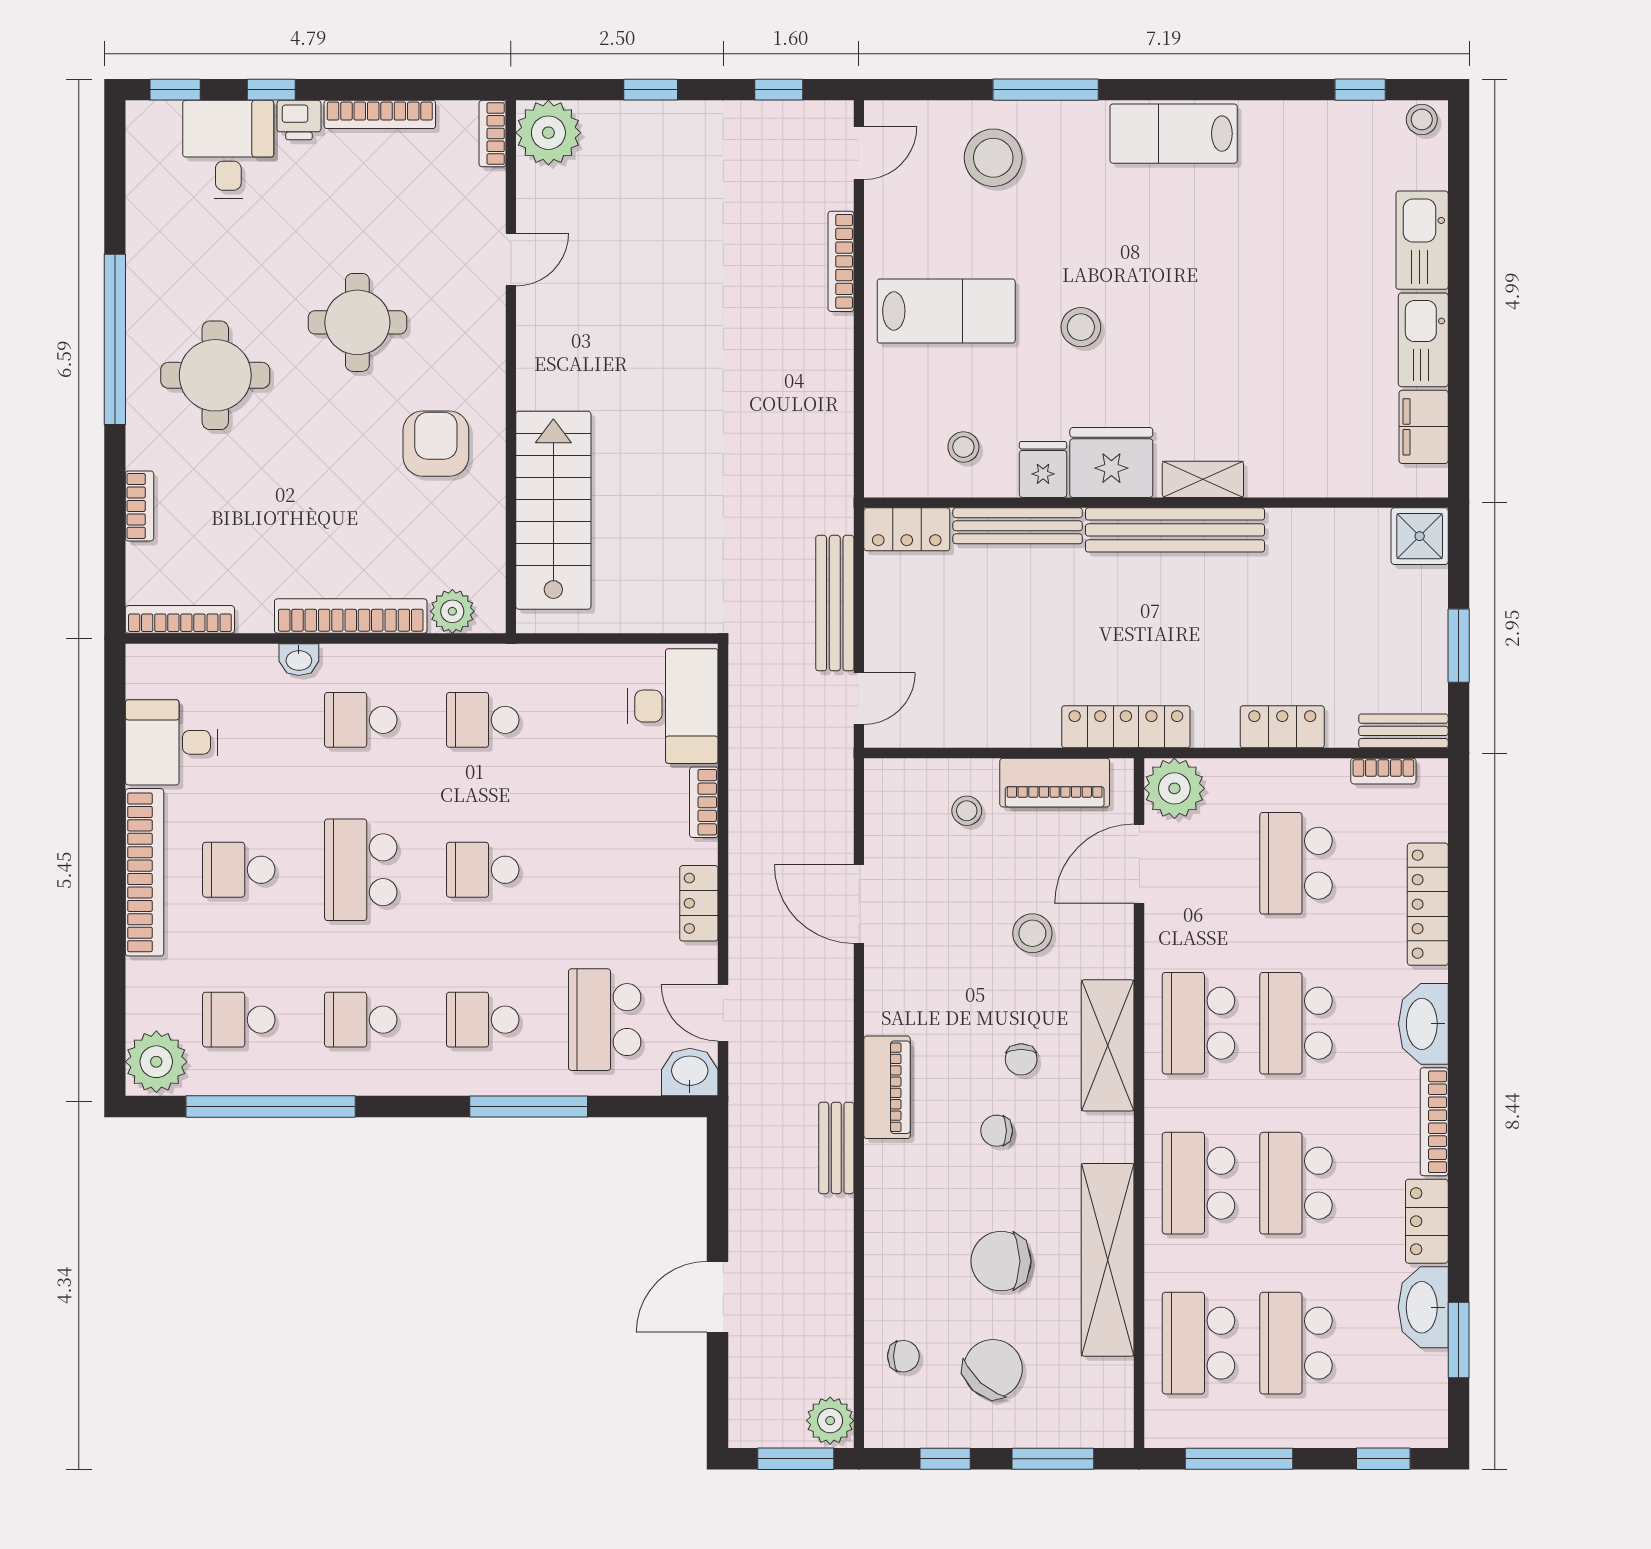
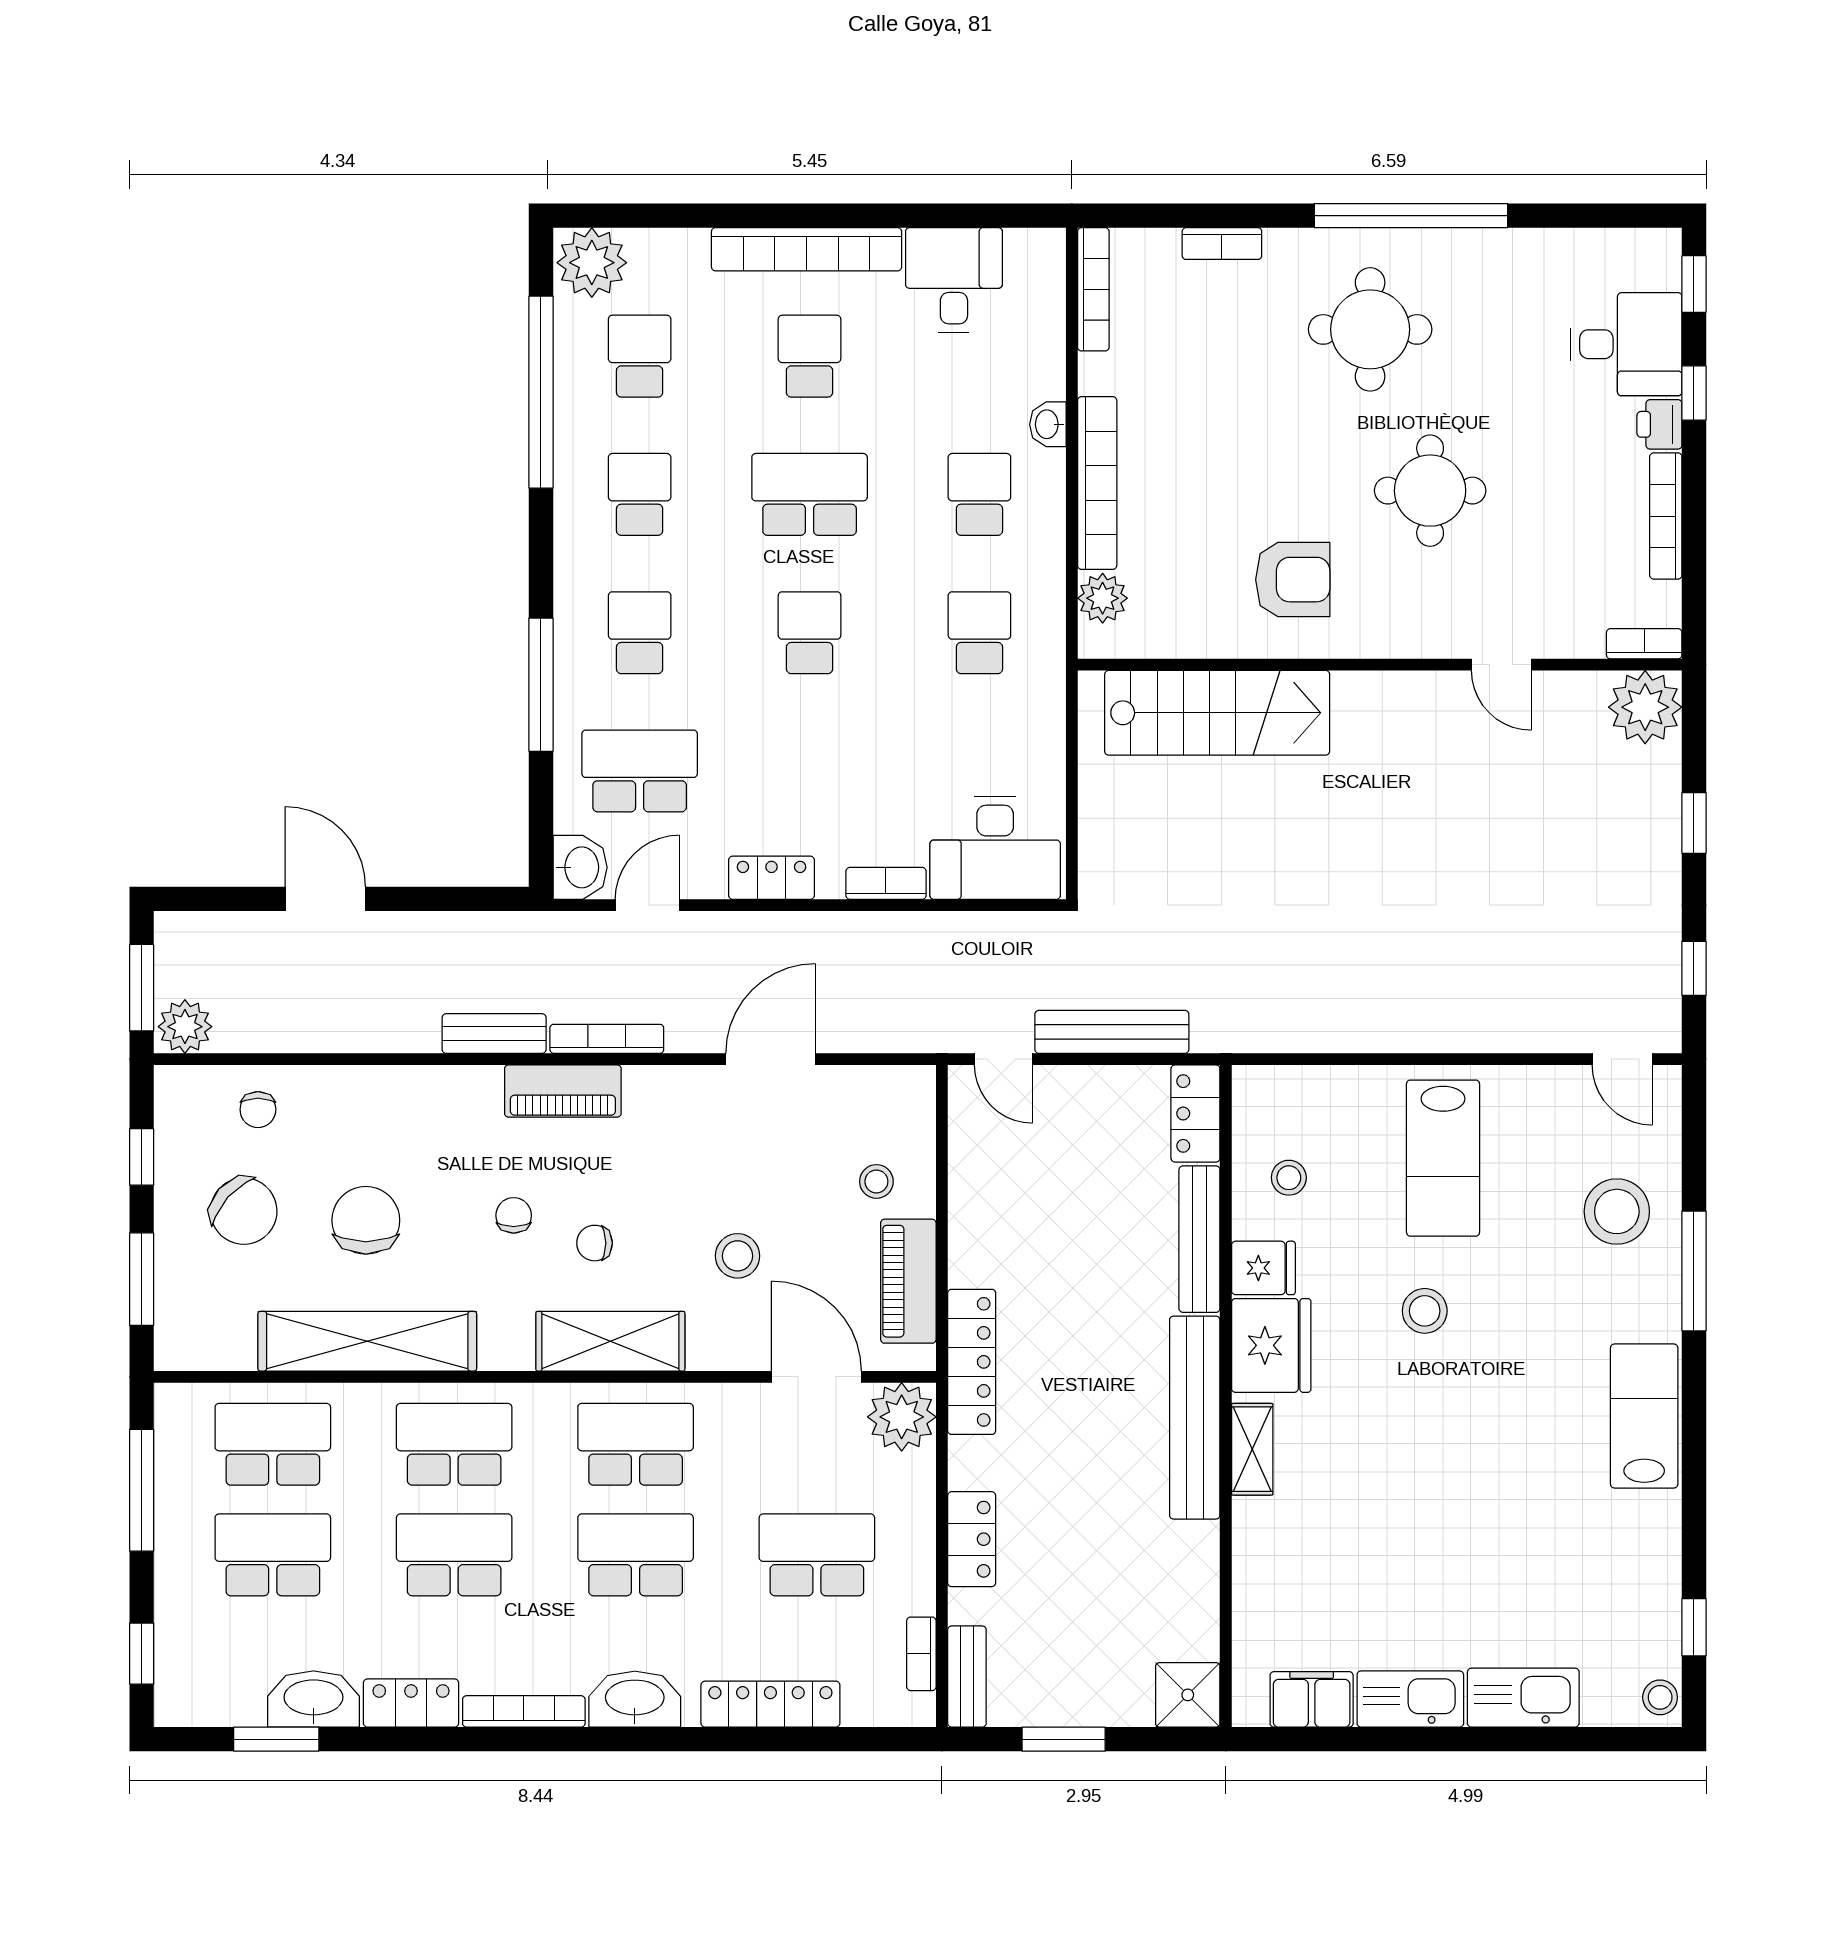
bookcase: (841, 261) -> (607, 1039), moved

